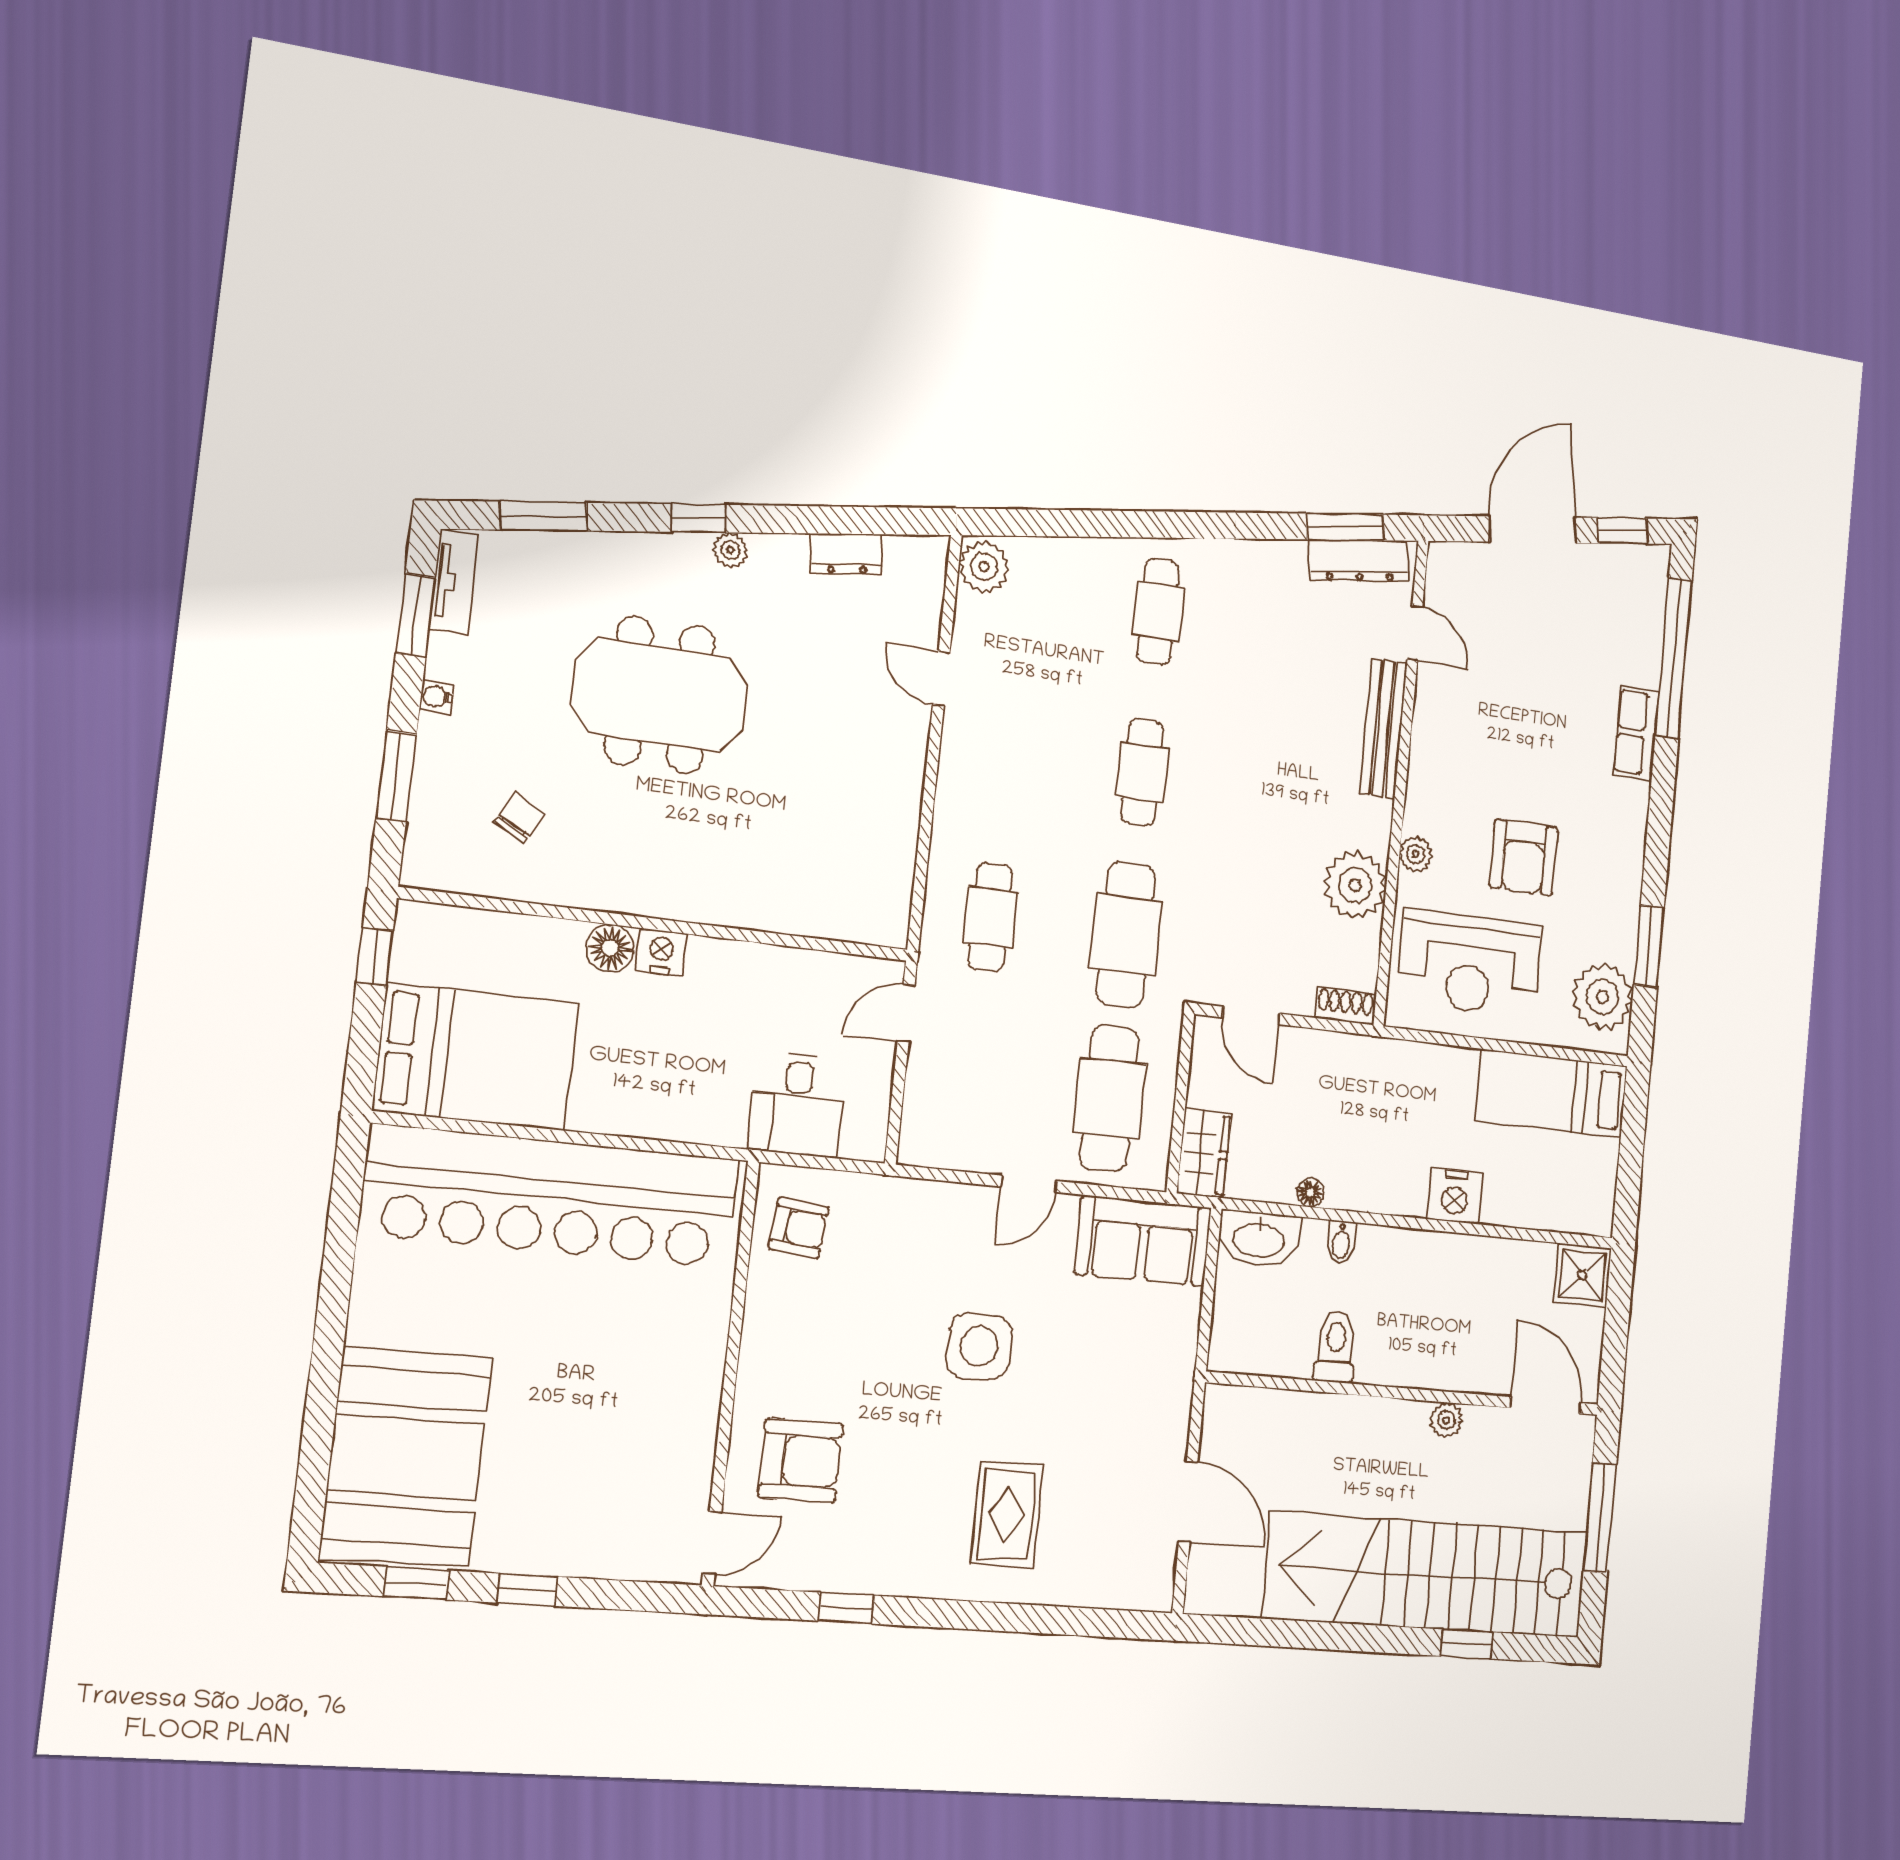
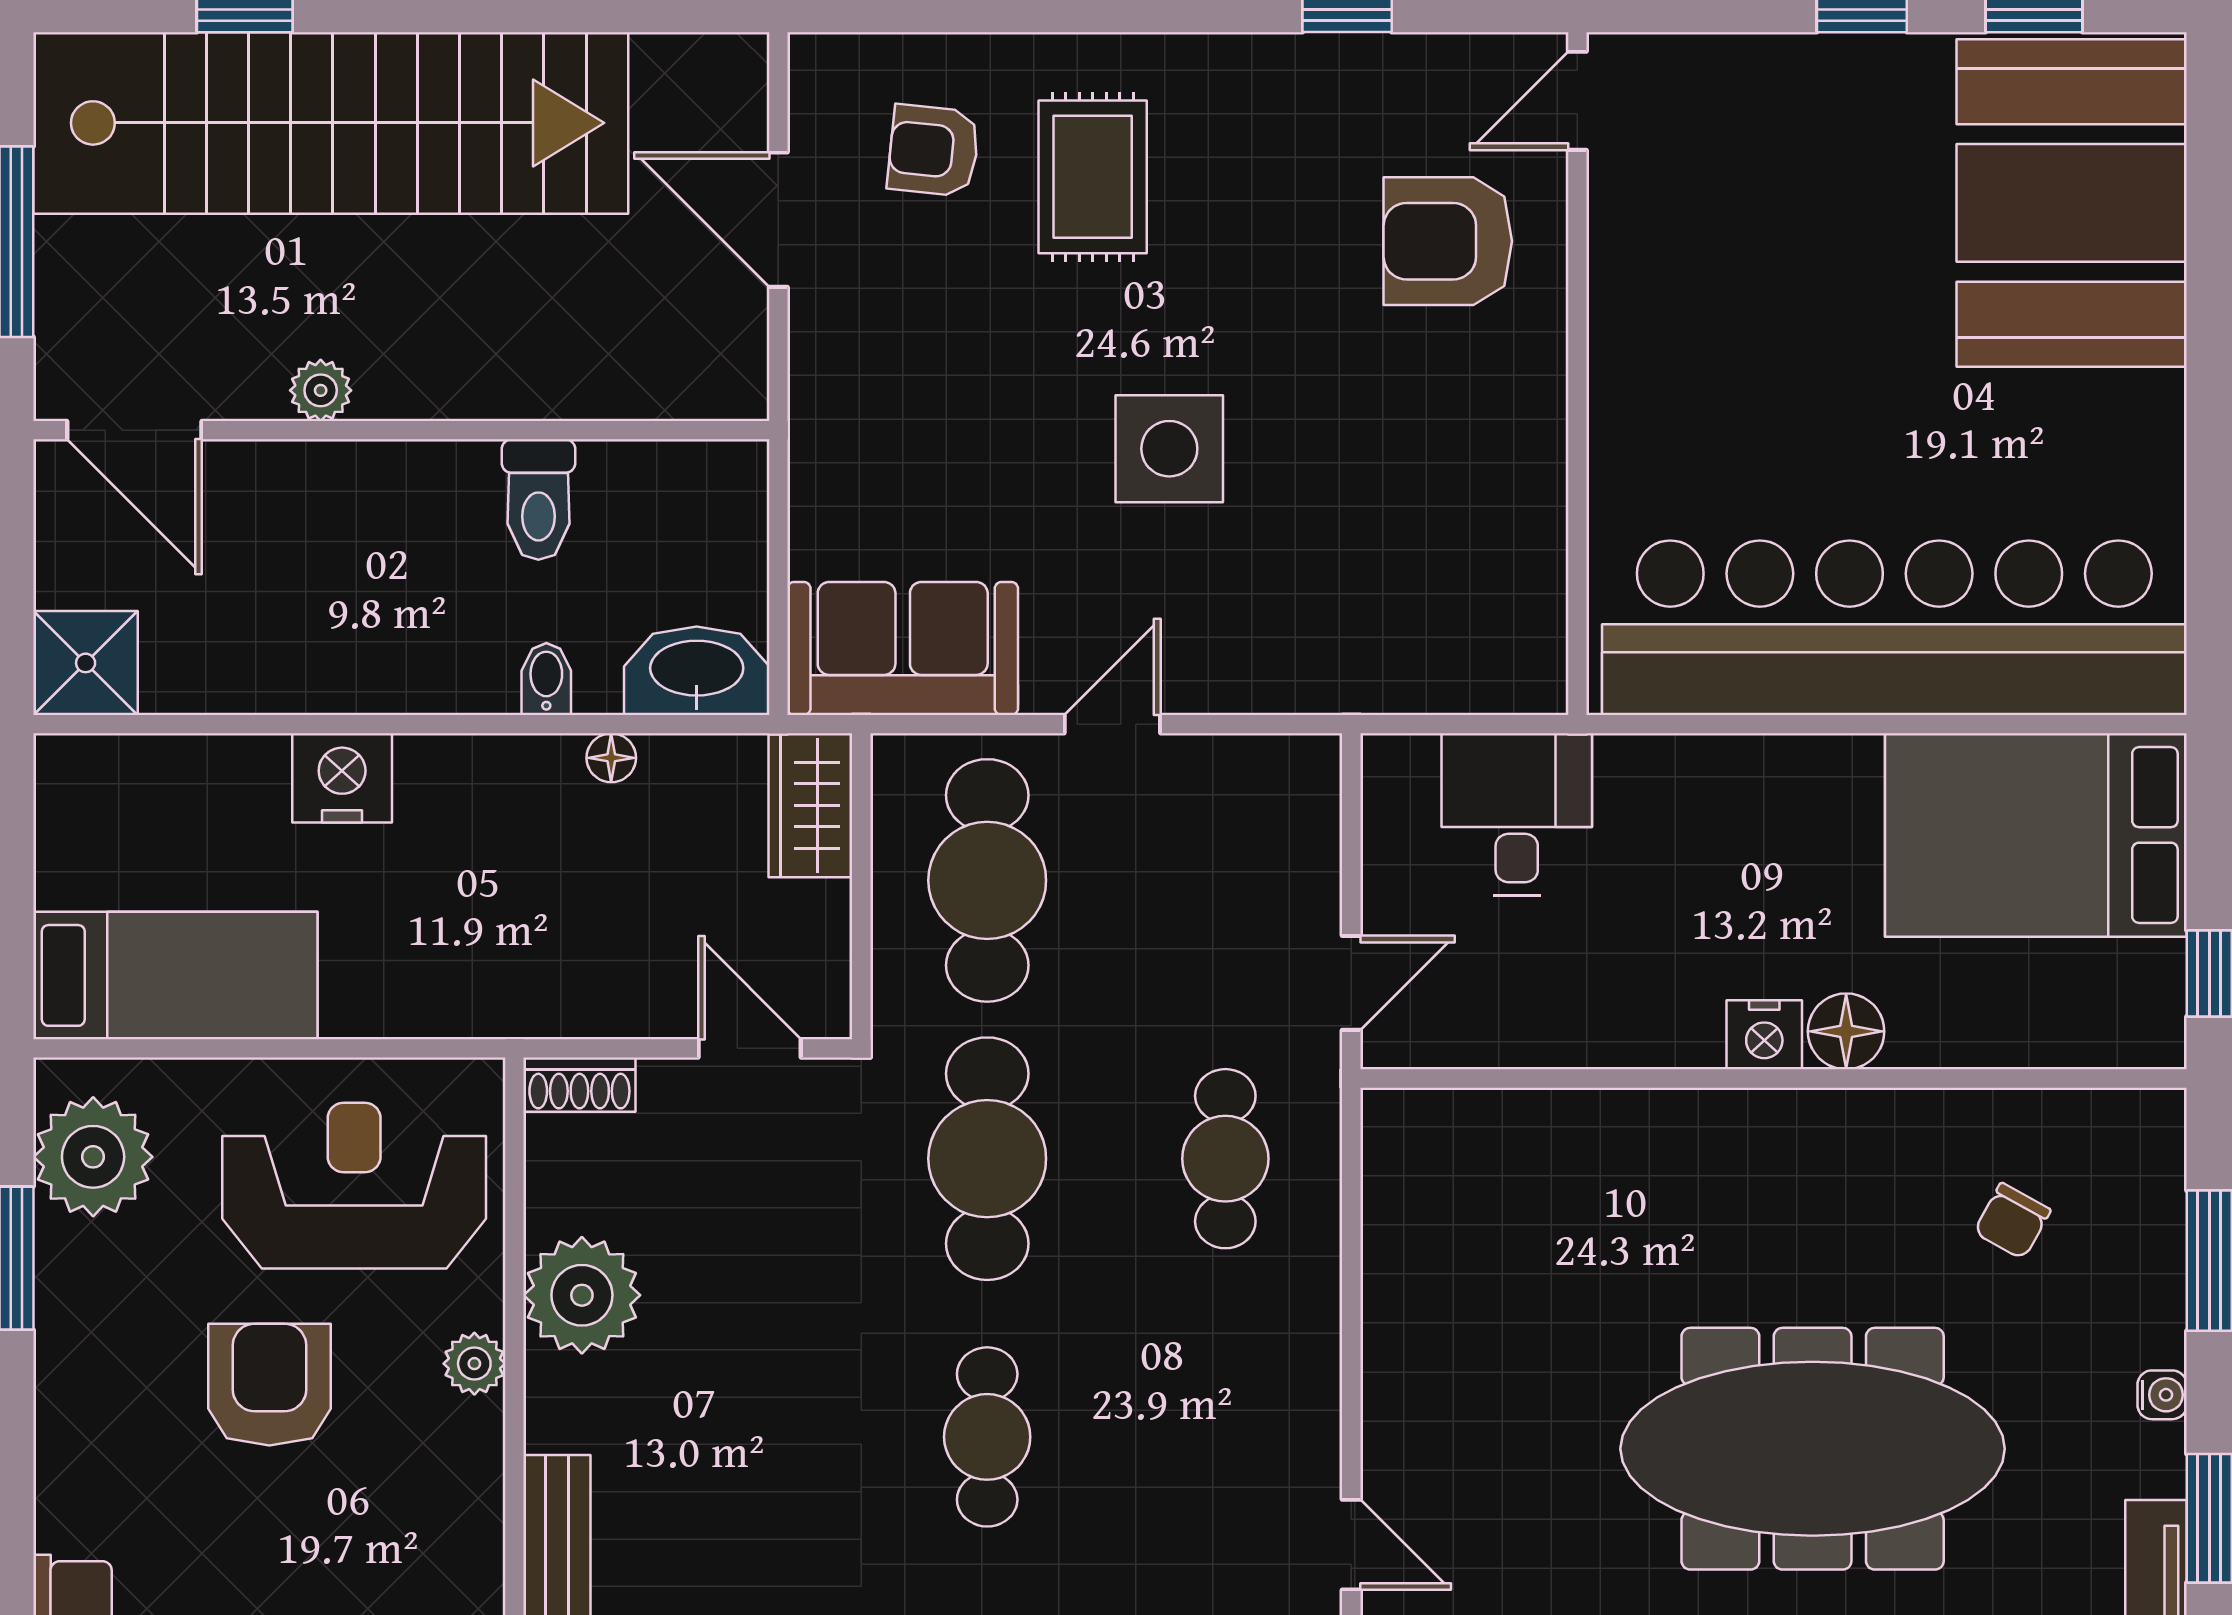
meeting table: (660, 695) -> (1813, 1449), width x1.36
armchair: (799, 1228) -> (933, 150), moved

